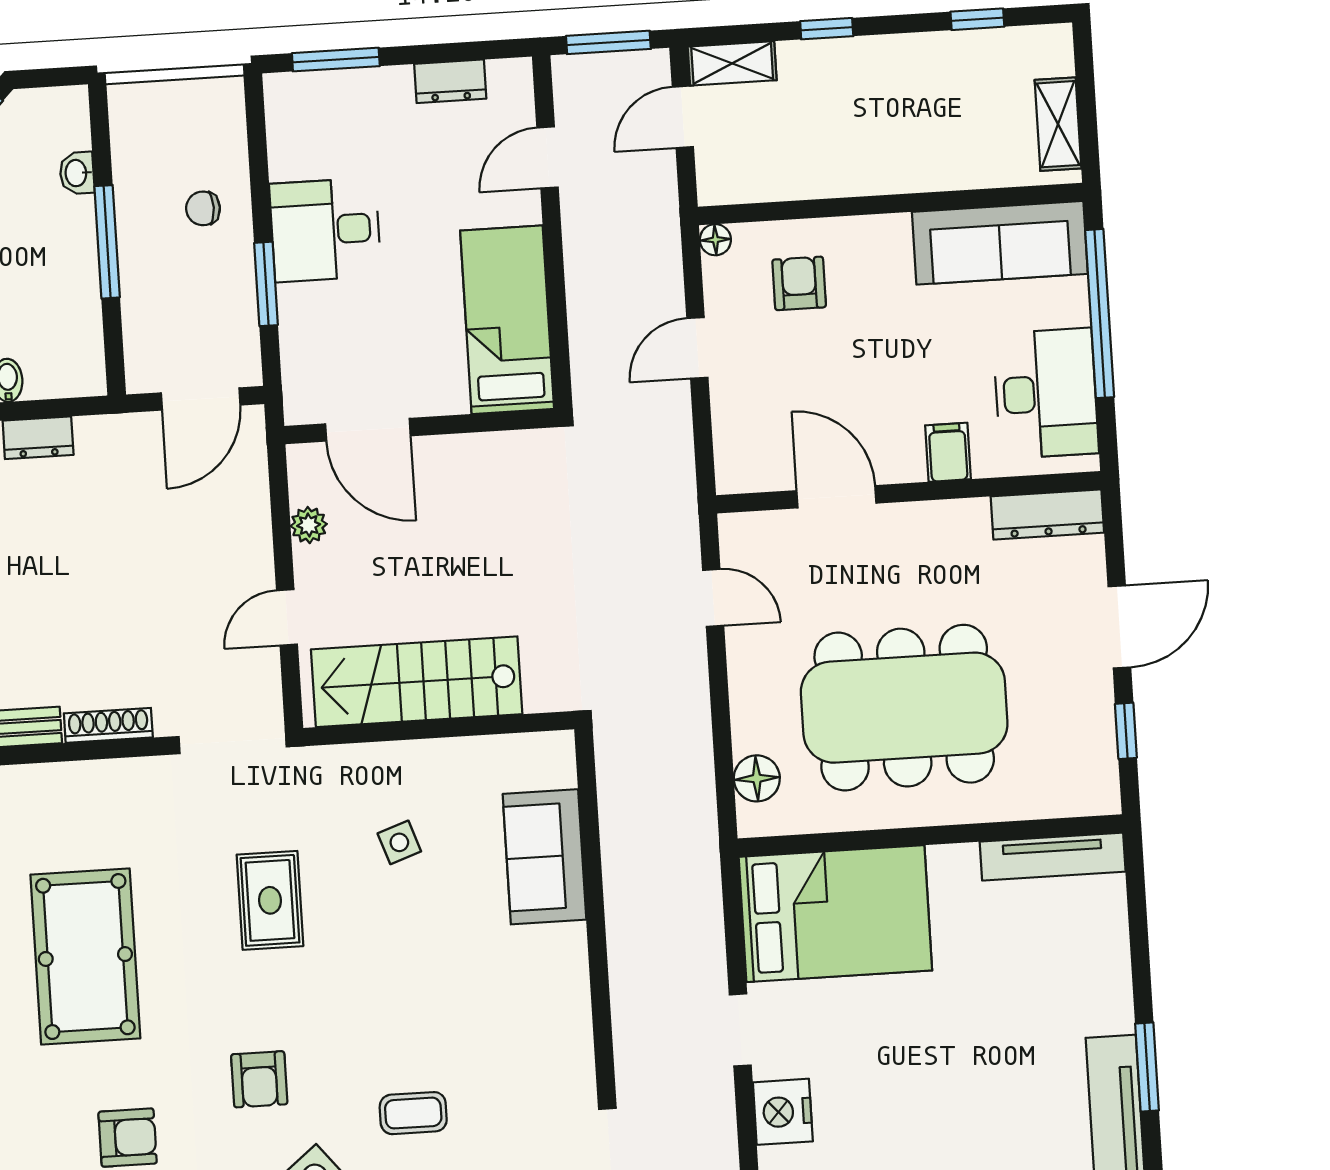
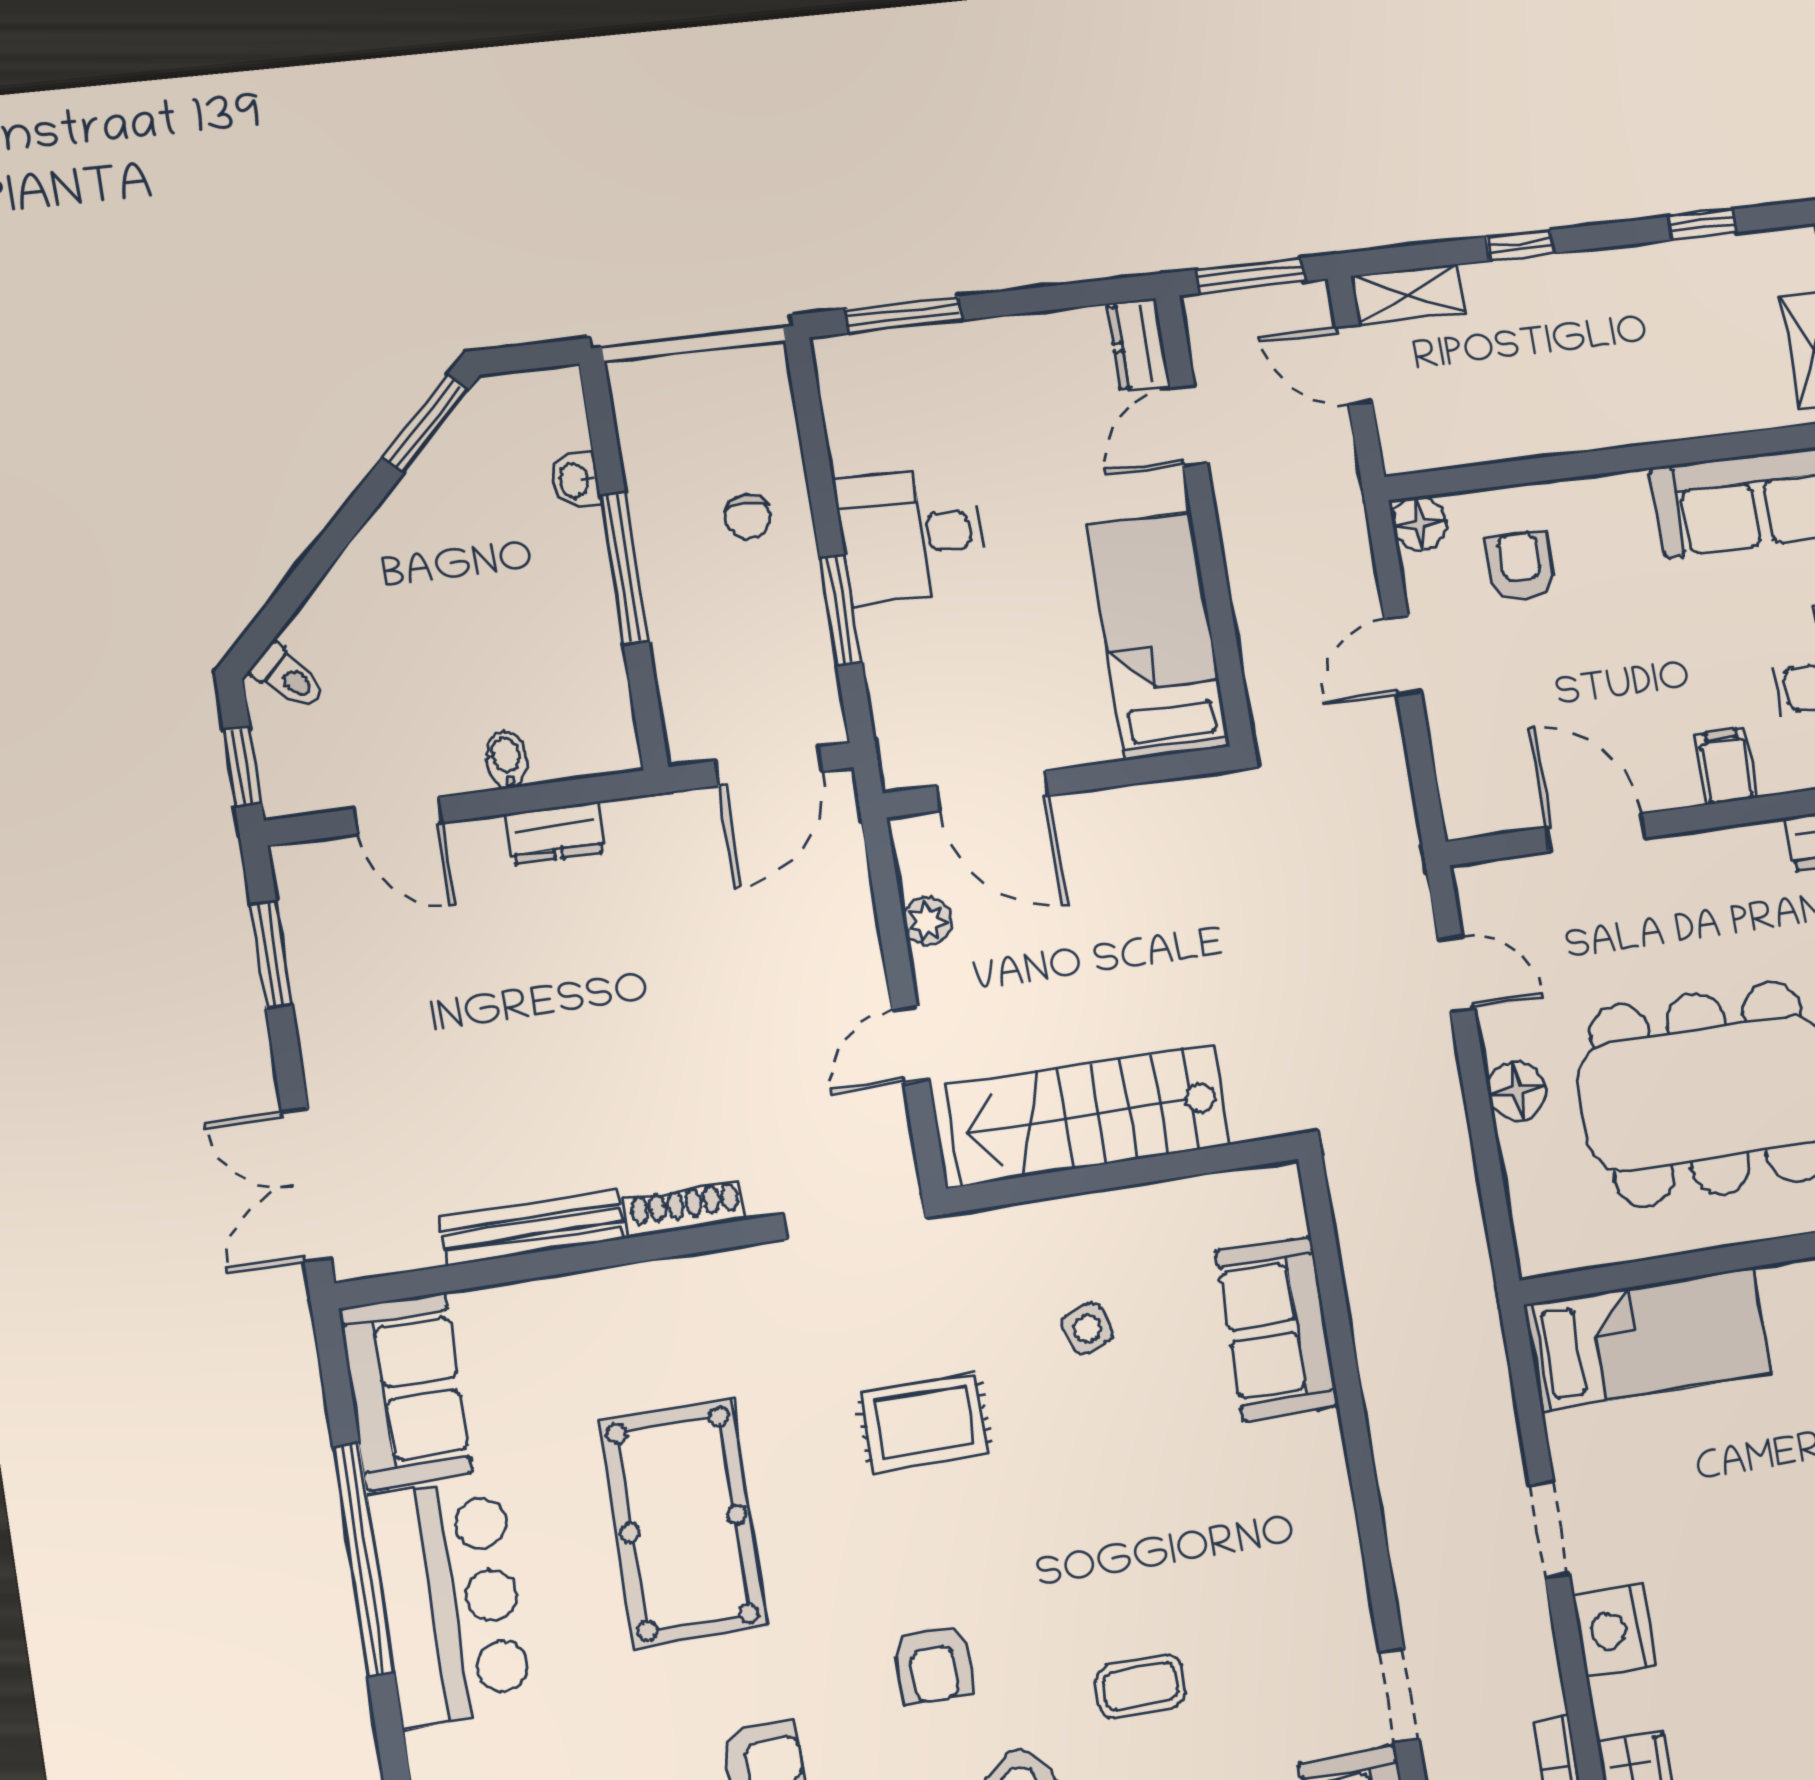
dresser: (450, 81) -> (1138, 345), moved, turned 90
door: (683, 117) -> (1354, 365), hinge flipped
chair: (203, 208) -> (748, 517), turned -90
floor lamp: (715, 240) -> (1419, 524), width x1.37, depth x1.37
floor lamp: (757, 778) -> (1517, 1091), moved
rug: (270, 900) -> (924, 1422), turned 90
bed: (835, 914) -> (1647, 1339), width x0.67

